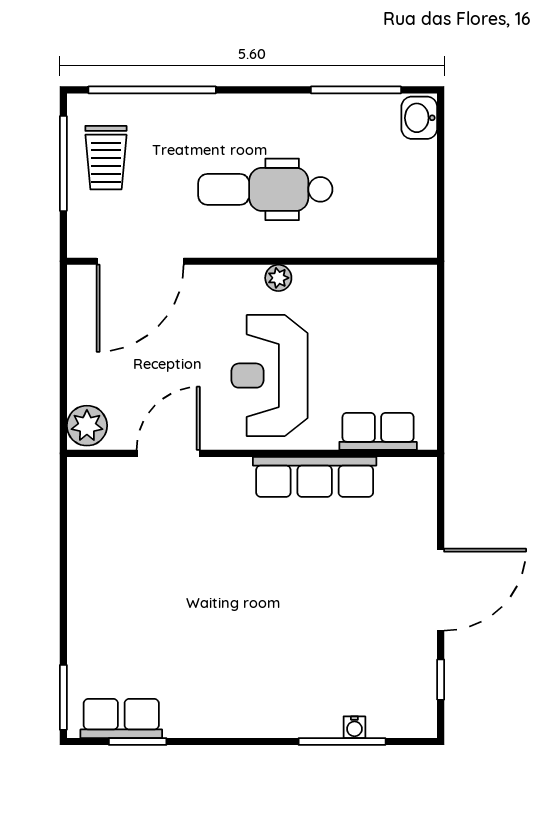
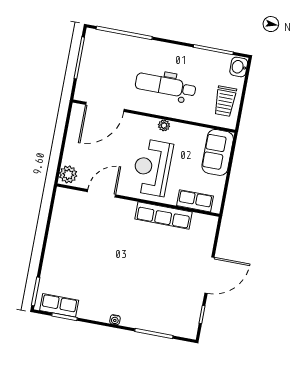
trolley: (106, 158) -> (225, 101), moved
sofa: (408, 315) -> (218, 152), added
water cooler: (354, 727) -> (115, 320), moved

